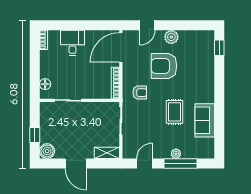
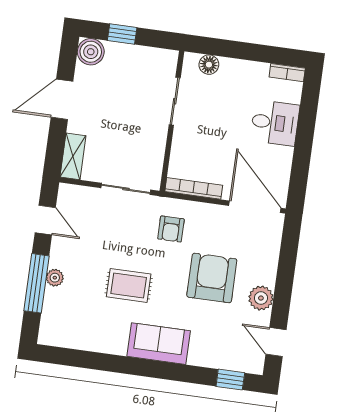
door: (147, 25) -> (276, 342), moved
sofa: (205, 120) -> (159, 344), moved

